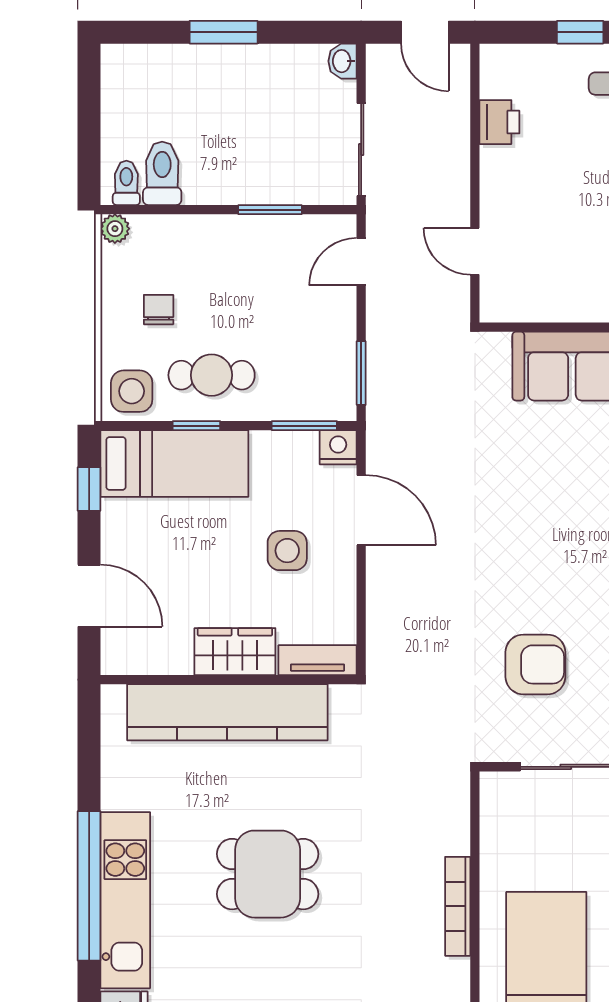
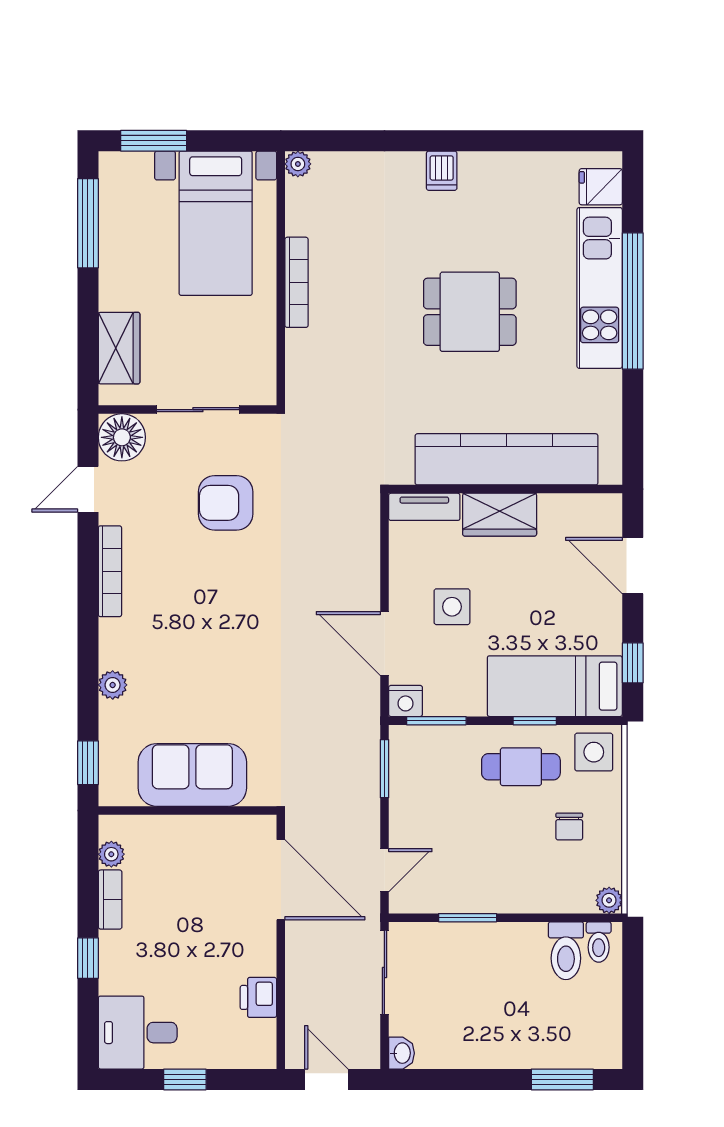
window: (224, 32) -> (562, 1079), moved
door: (475, 251) -> (281, 880), width x1.87

